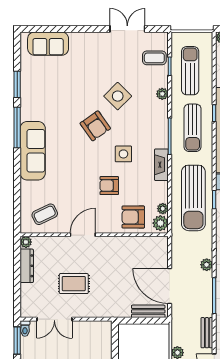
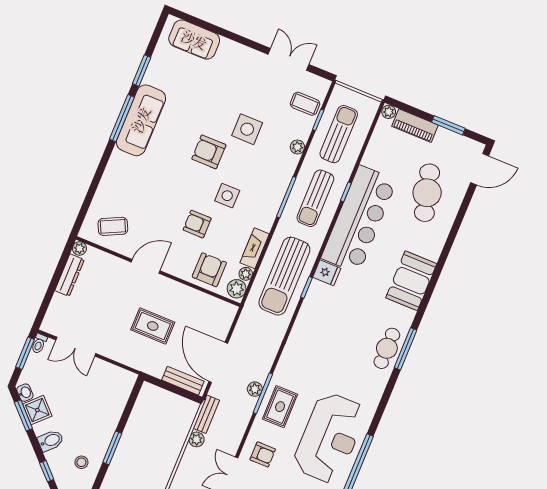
side table: (118, 96) -> (247, 129), turned 45
armchair: (95, 126) -> (209, 152), turned 125
sofa: (33, 151) -> (141, 120), moved
fireplace: (161, 165) -> (255, 248), moved
armchair: (133, 217) -> (209, 270), turned 90
plant: (207, 265) -> (255, 389), moved
rug: (74, 284) -> (153, 326), moved
bench: (207, 333) -> (206, 414), moved

